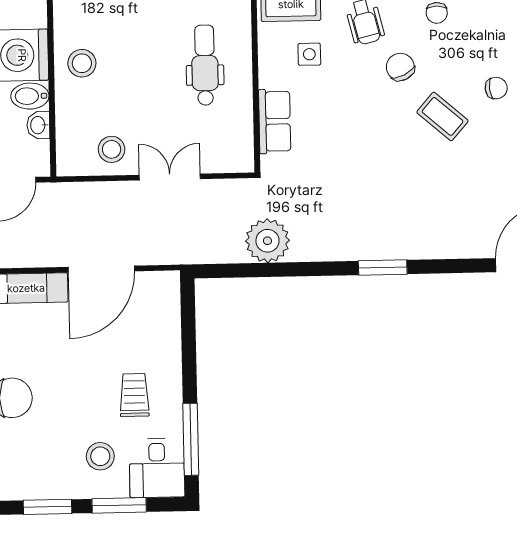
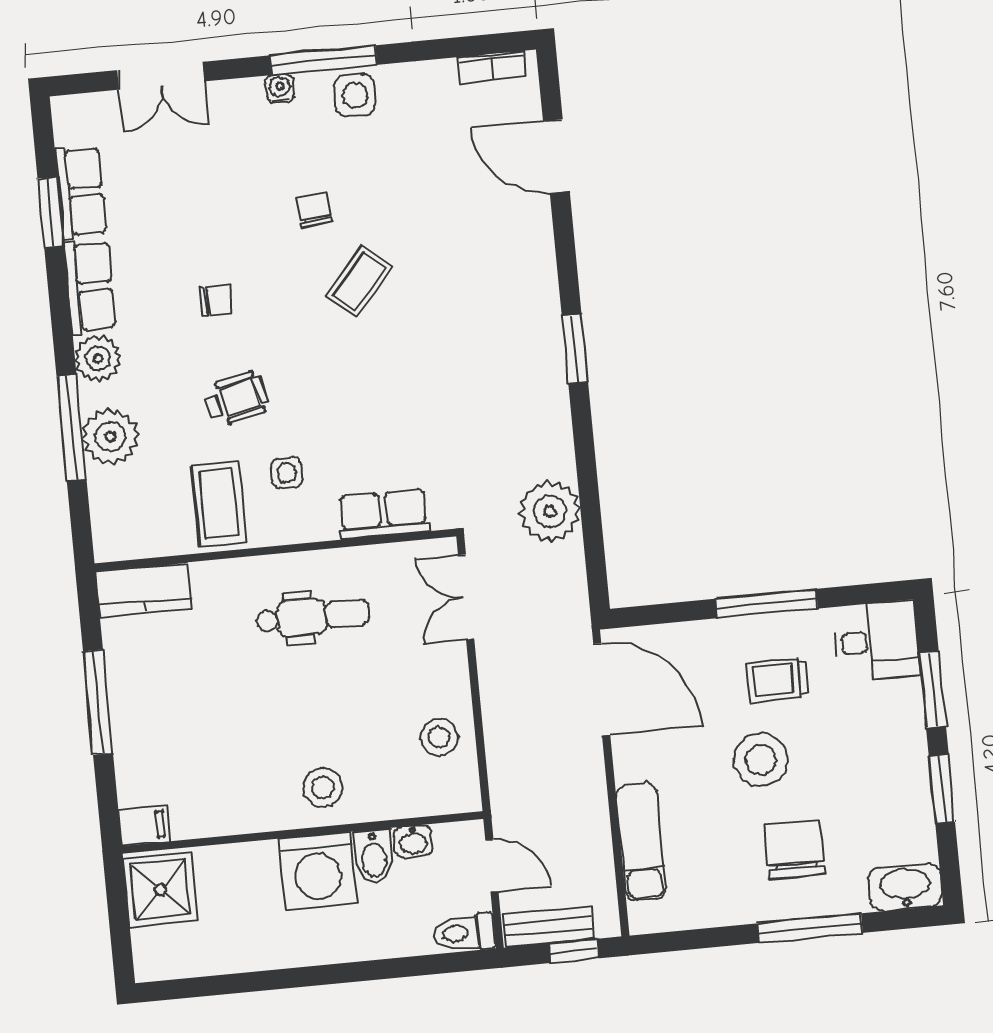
dental chair: (205, 65) -> (313, 617), turned 180
chair: (400, 67) -> (295, 345), removed
double door: (170, 177) -> (466, 597), moved
door: (101, 269) -> (602, 689), moved
window: (191, 439) -> (767, 604), moved
stool: (100, 456) -> (761, 760), moved, width x1.38, depth x1.38

